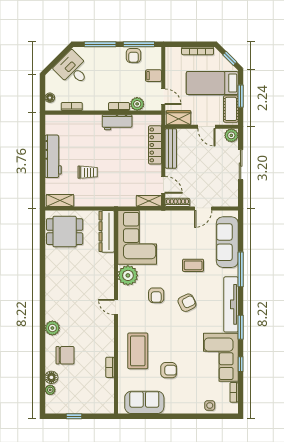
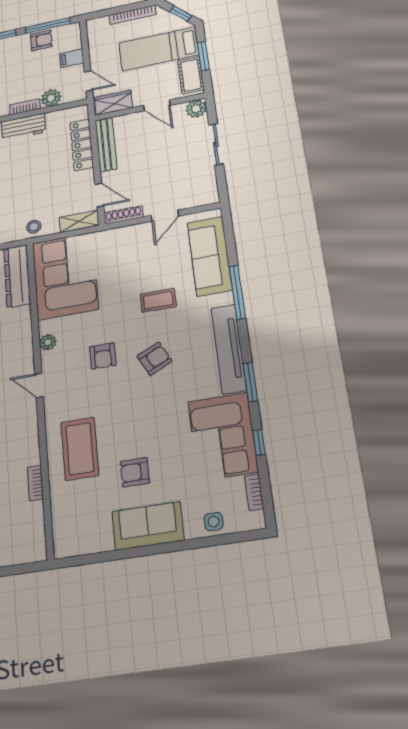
armchair: (134, 55) -> (41, 40), turned -90
stool: (120, 199) -> (34, 227), added
plant: (128, 275) -> (48, 342), width x0.53, depth x0.53
armchair: (169, 370) -> (135, 472), turned 180
sofa: (144, 402) -> (148, 526), moved

